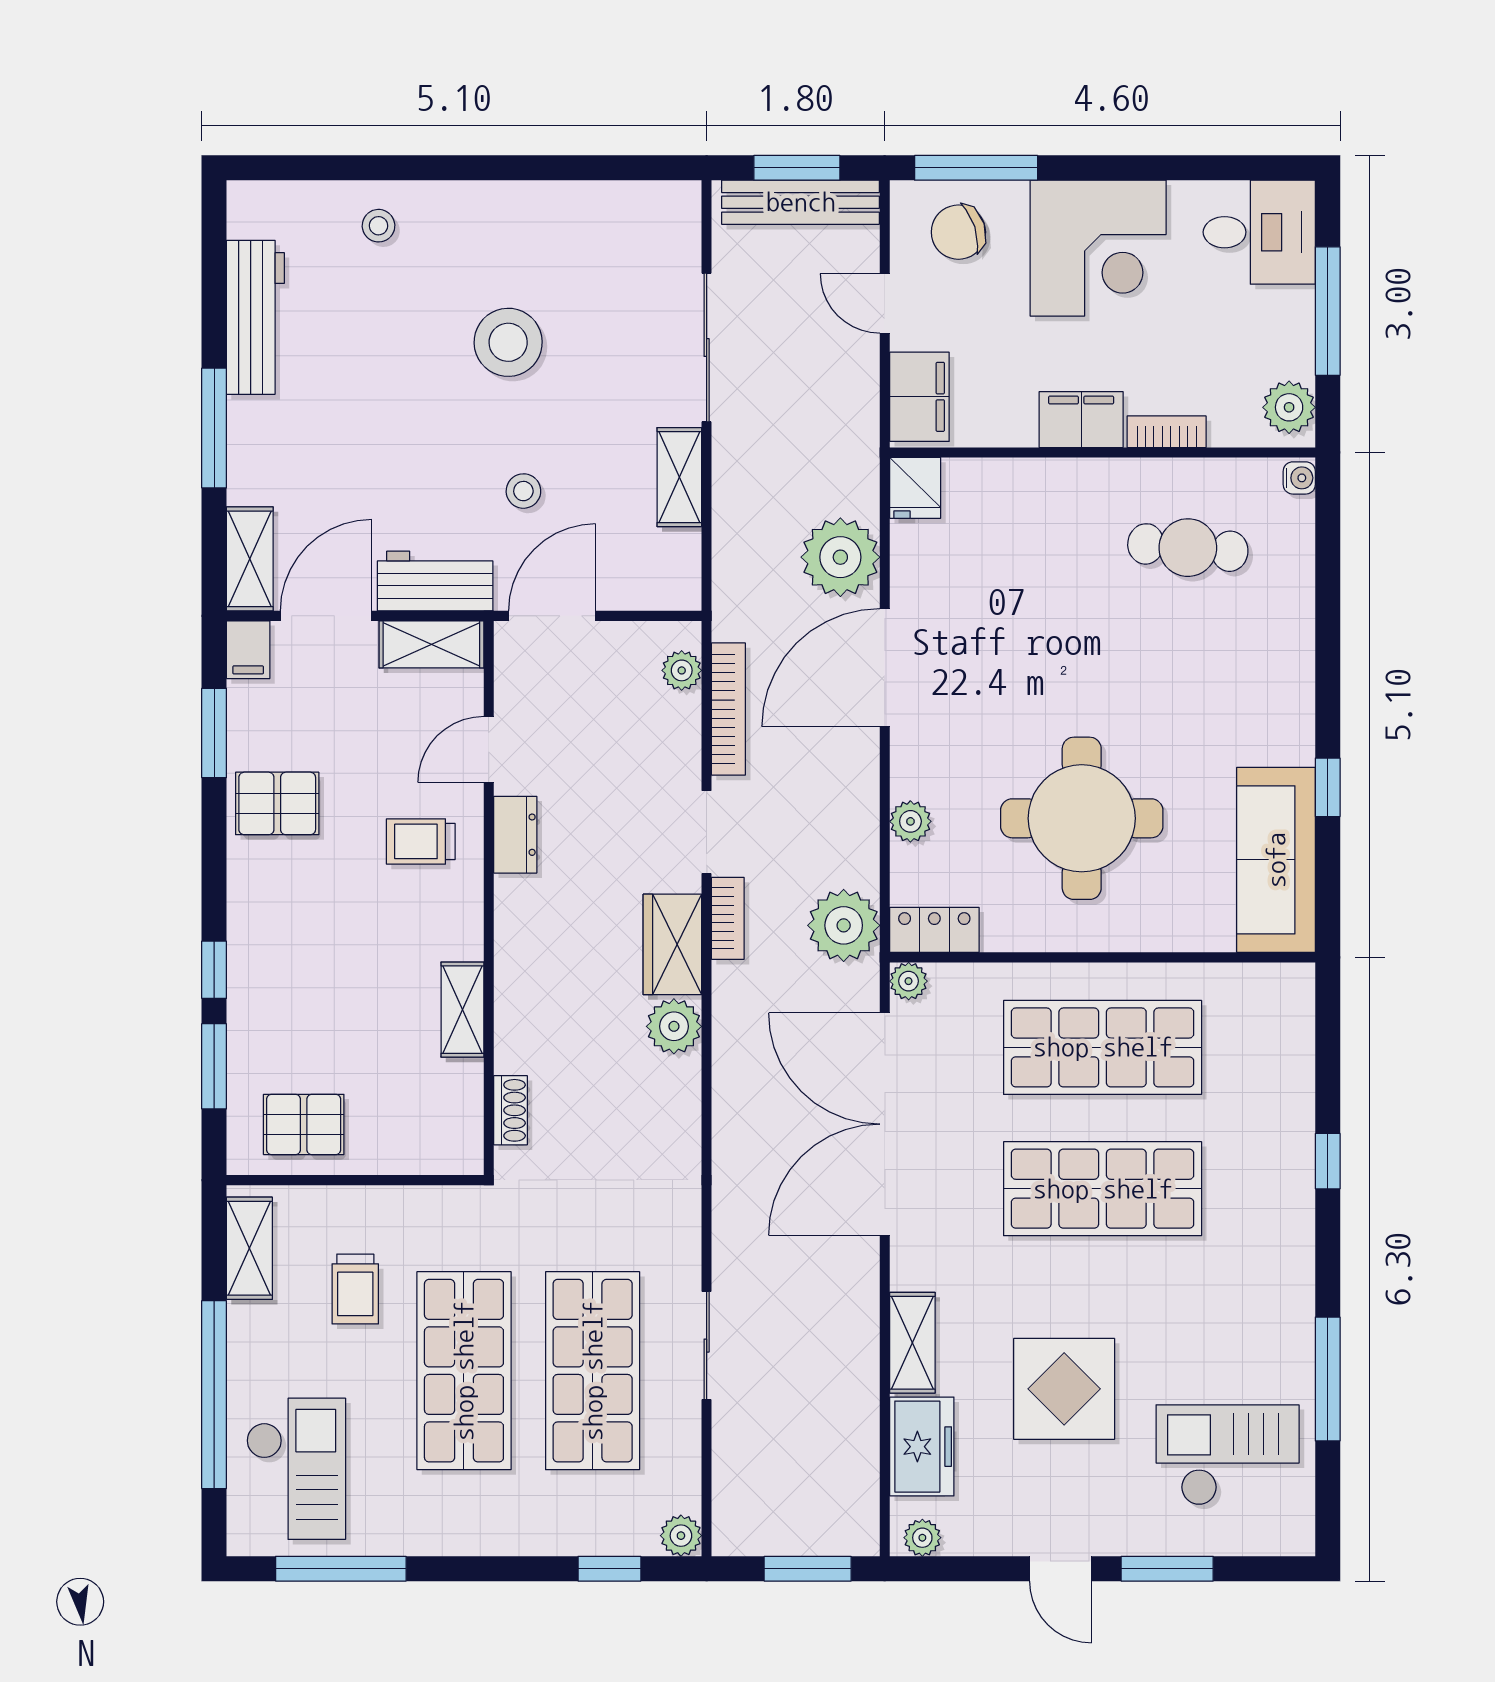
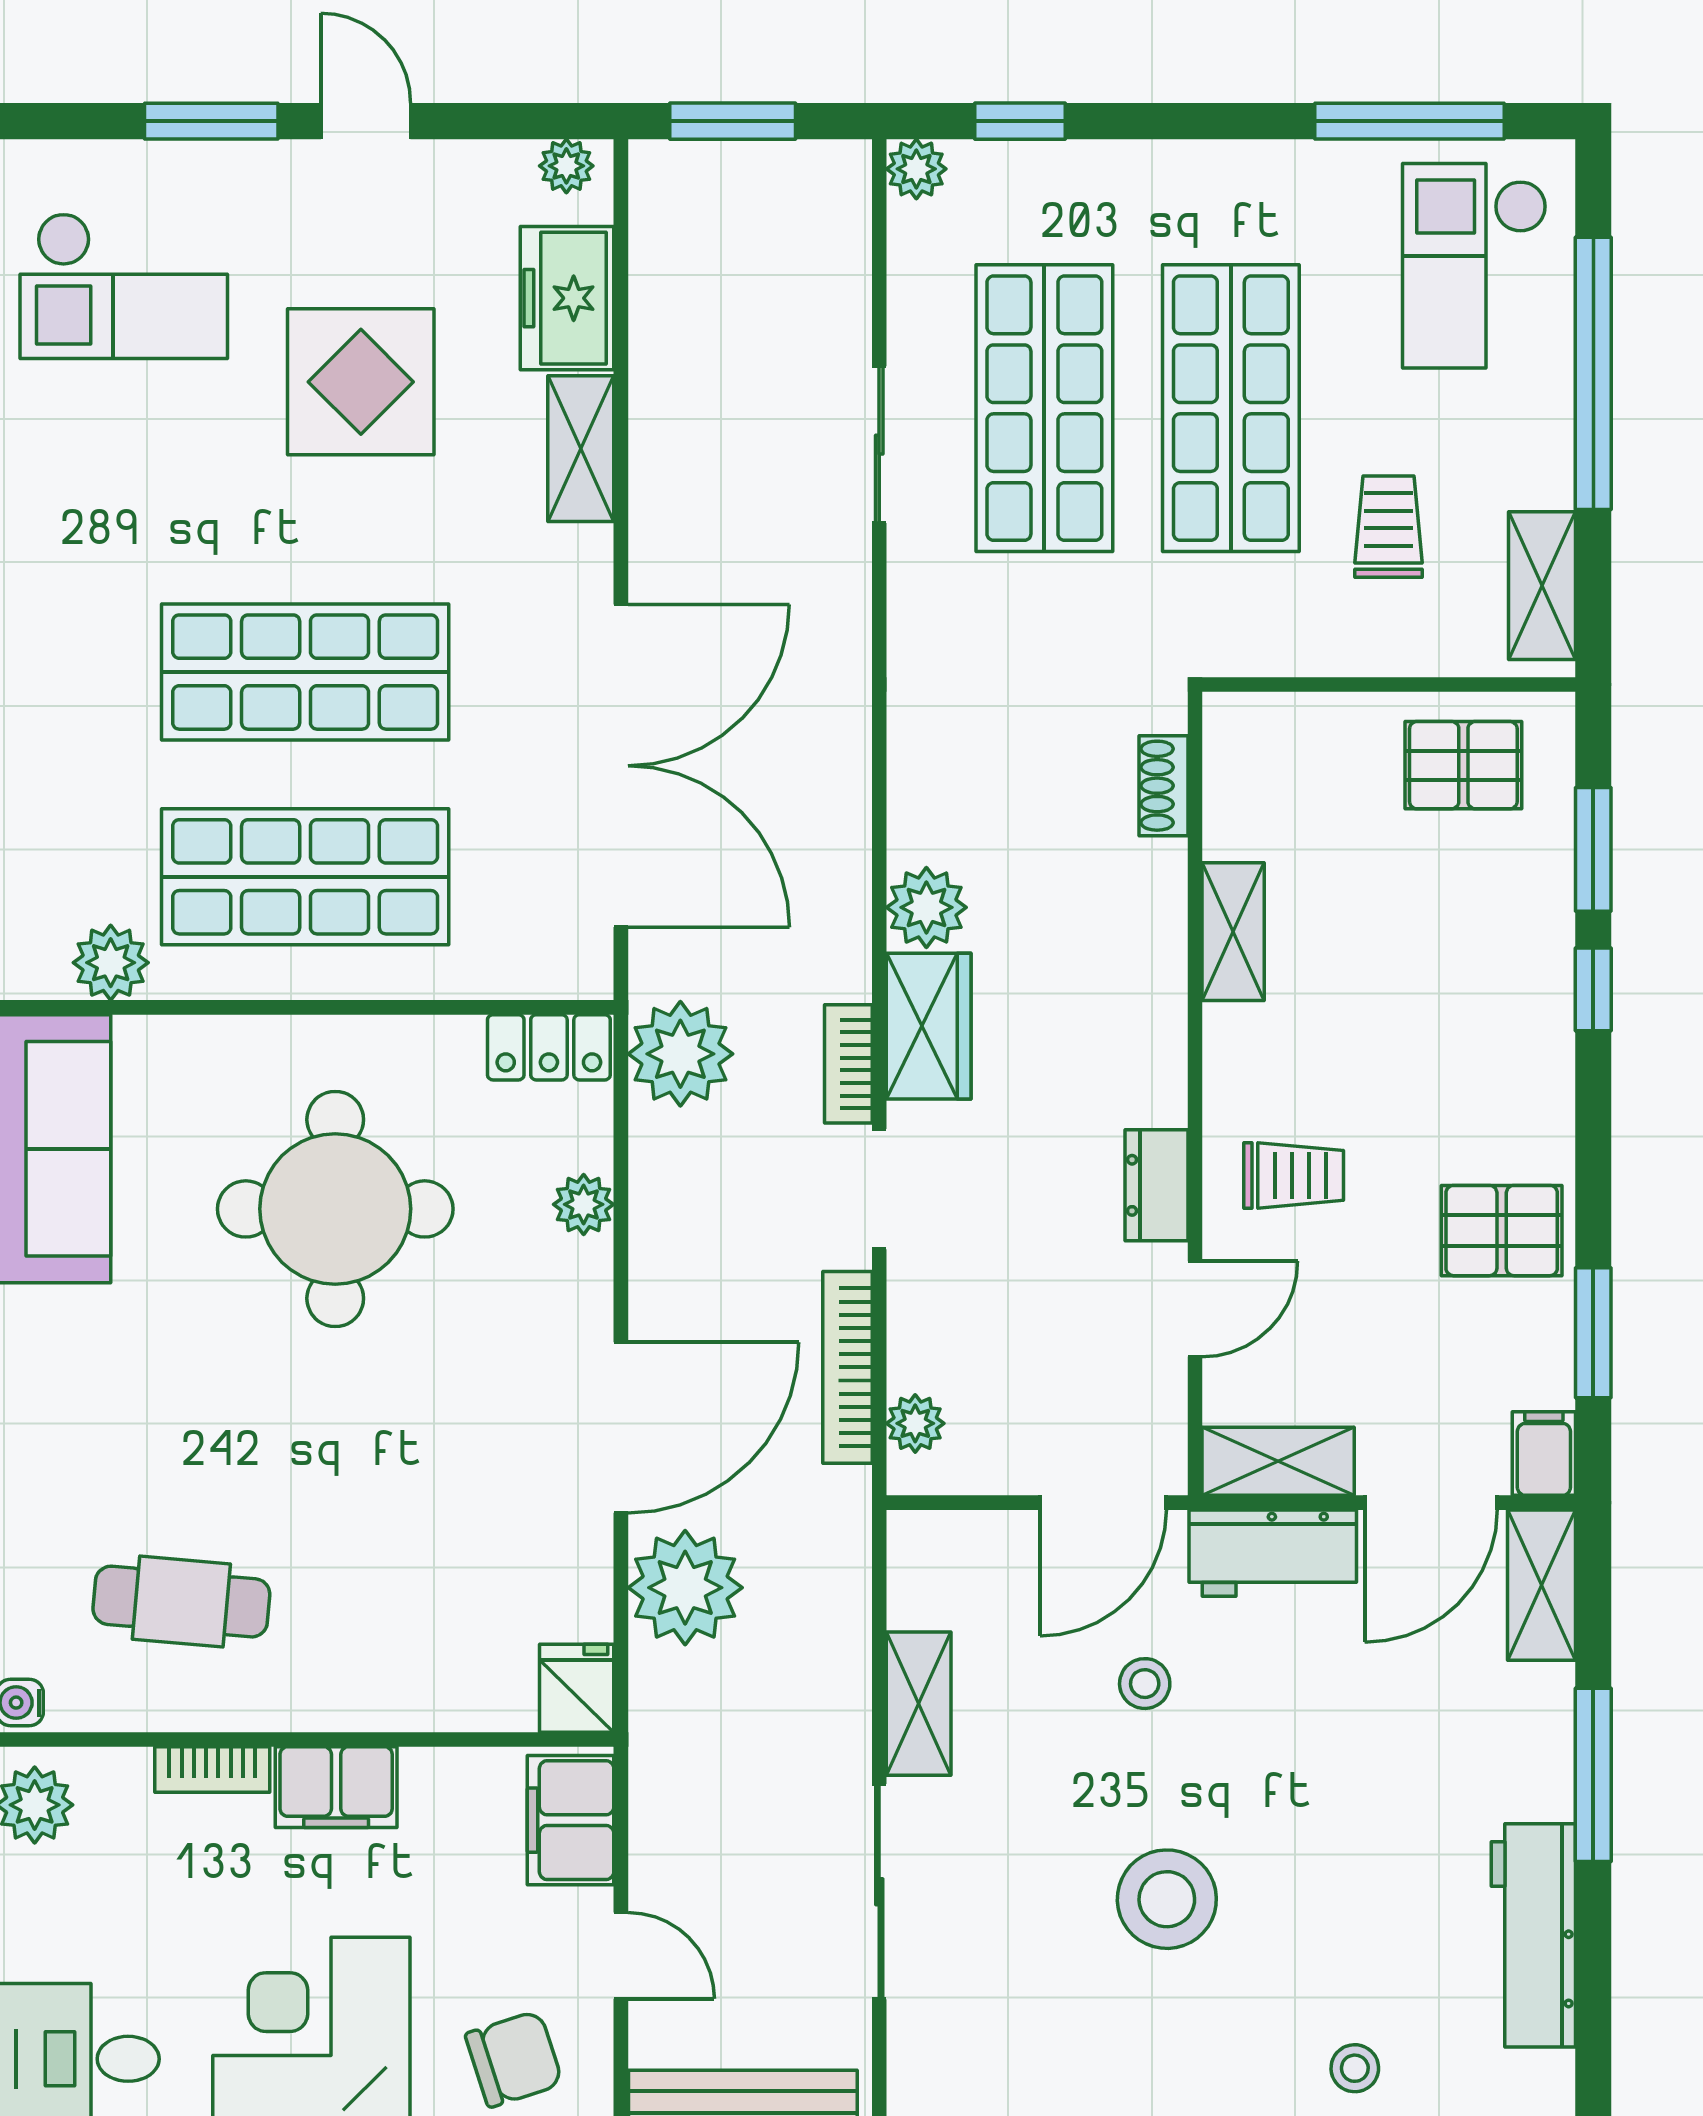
plant: (909, 981) -> (111, 963), moved, width x1.38, depth x1.38

